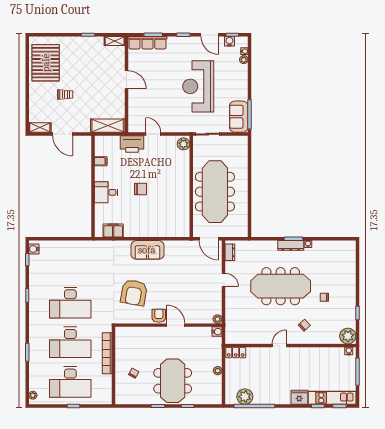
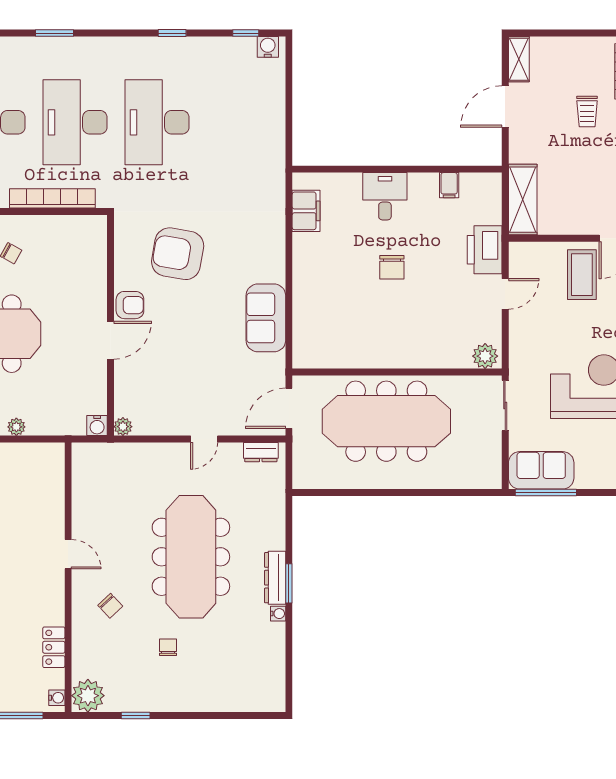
coffee table: (144, 97) -> (582, 275), added
sofa: (147, 250) -> (266, 318), moved
locker: (236, 353) -> (54, 647), moved

